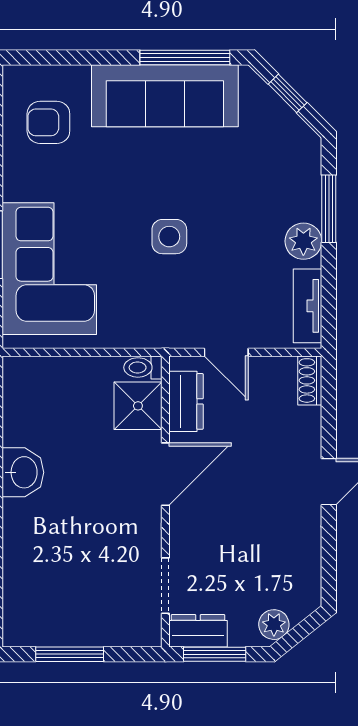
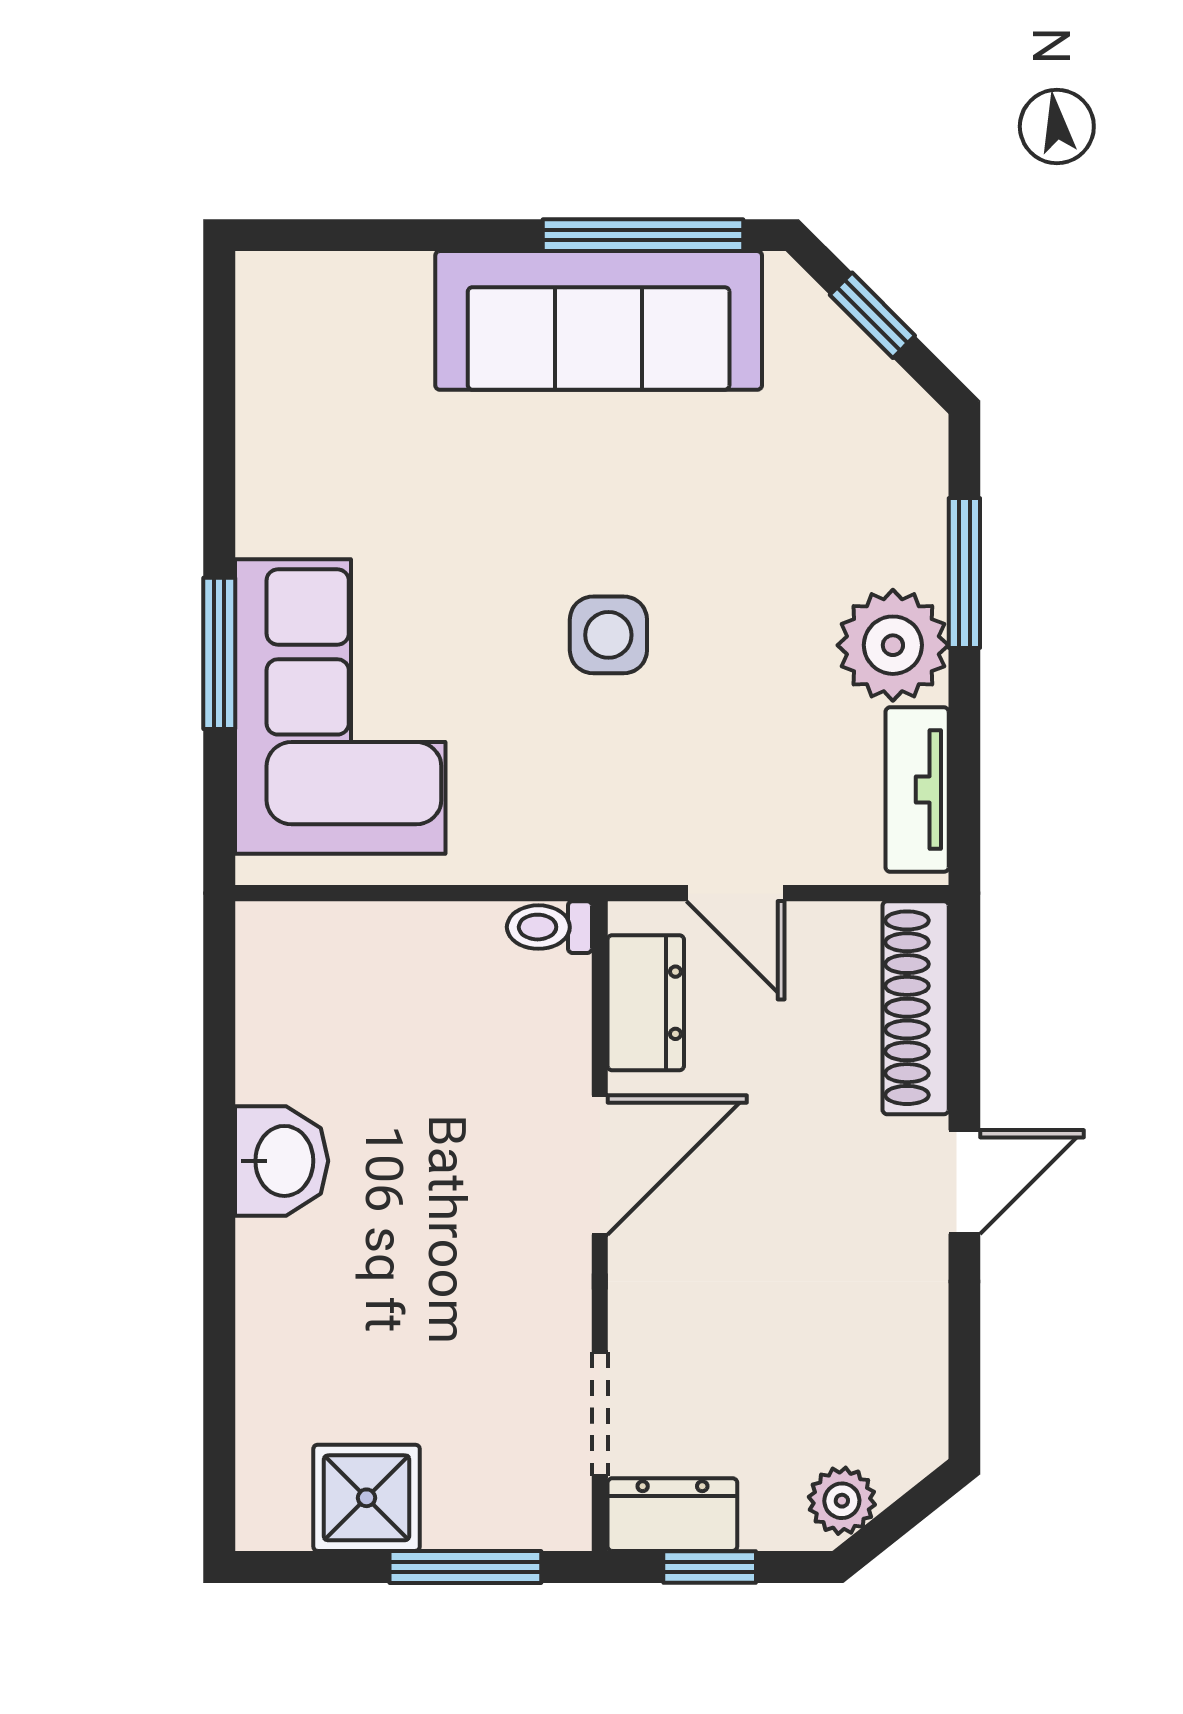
armchair: (48, 122) -> (339, 380), removed
plant: (303, 241) -> (893, 645), width x1.36, depth x1.36
shoe rack: (310, 380) -> (916, 1008), width x1.94, depth x1.24
shower: (138, 406) -> (367, 1498), moved
window: (70, 654) -> (465, 1567), moved
window: (215, 654) -> (710, 1567), width x0.67

